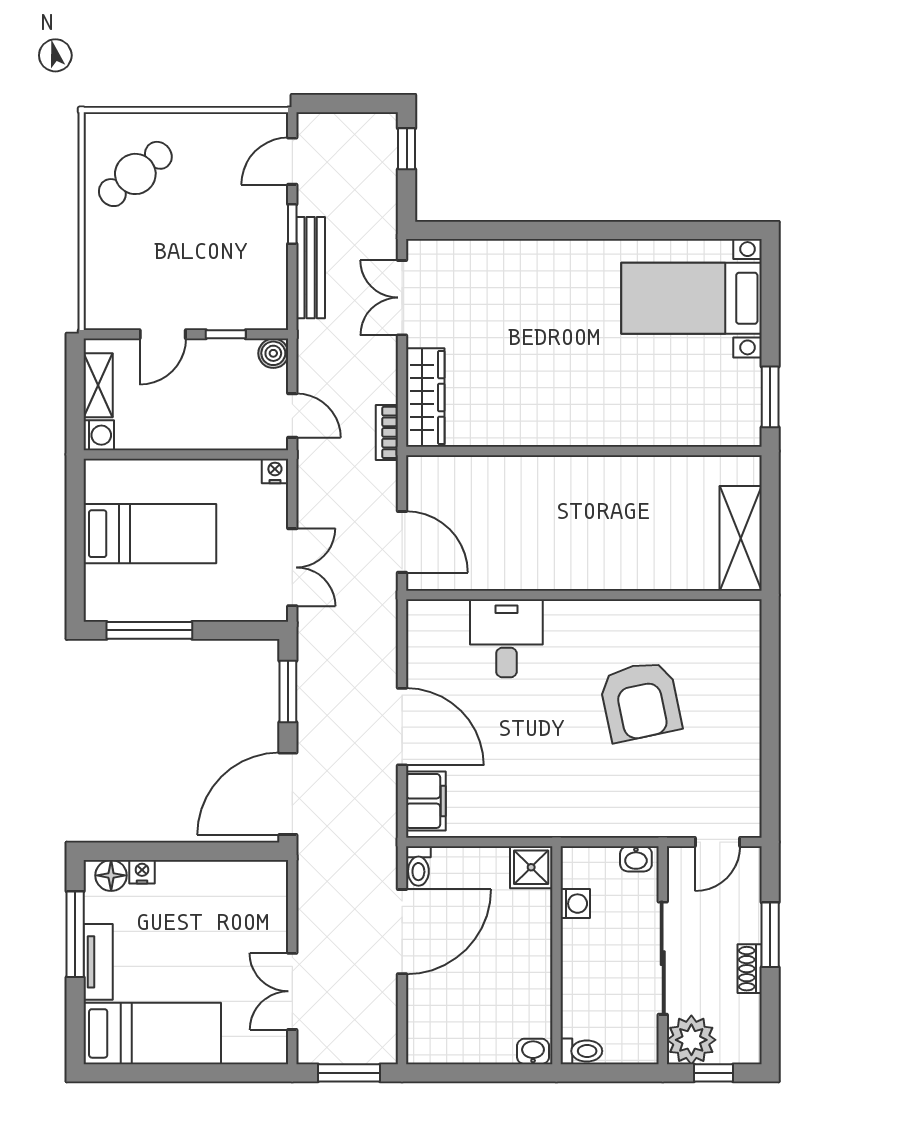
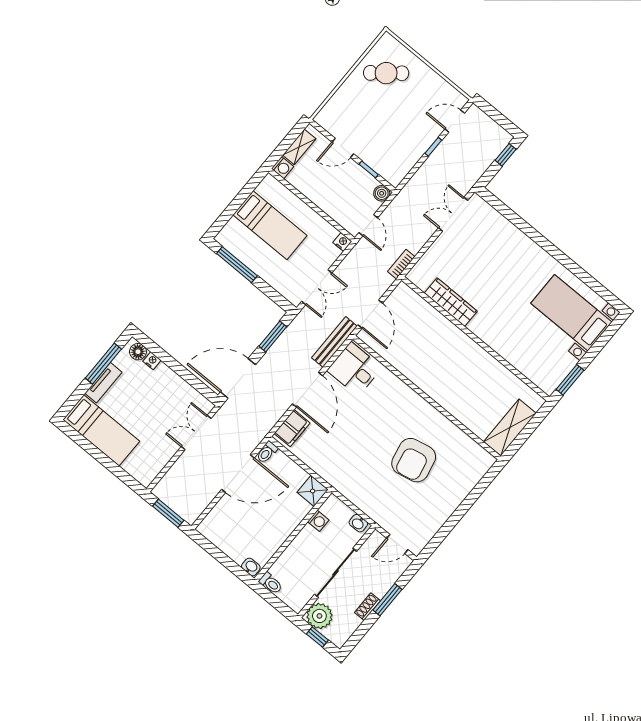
bench: (311, 268) -> (334, 342), moved
wardrobe: (425, 397) -> (451, 302), moved, turned -90
desk: (506, 638) -> (355, 369), moved, turned -90
double door: (292, 991) -> (196, 433), moved

